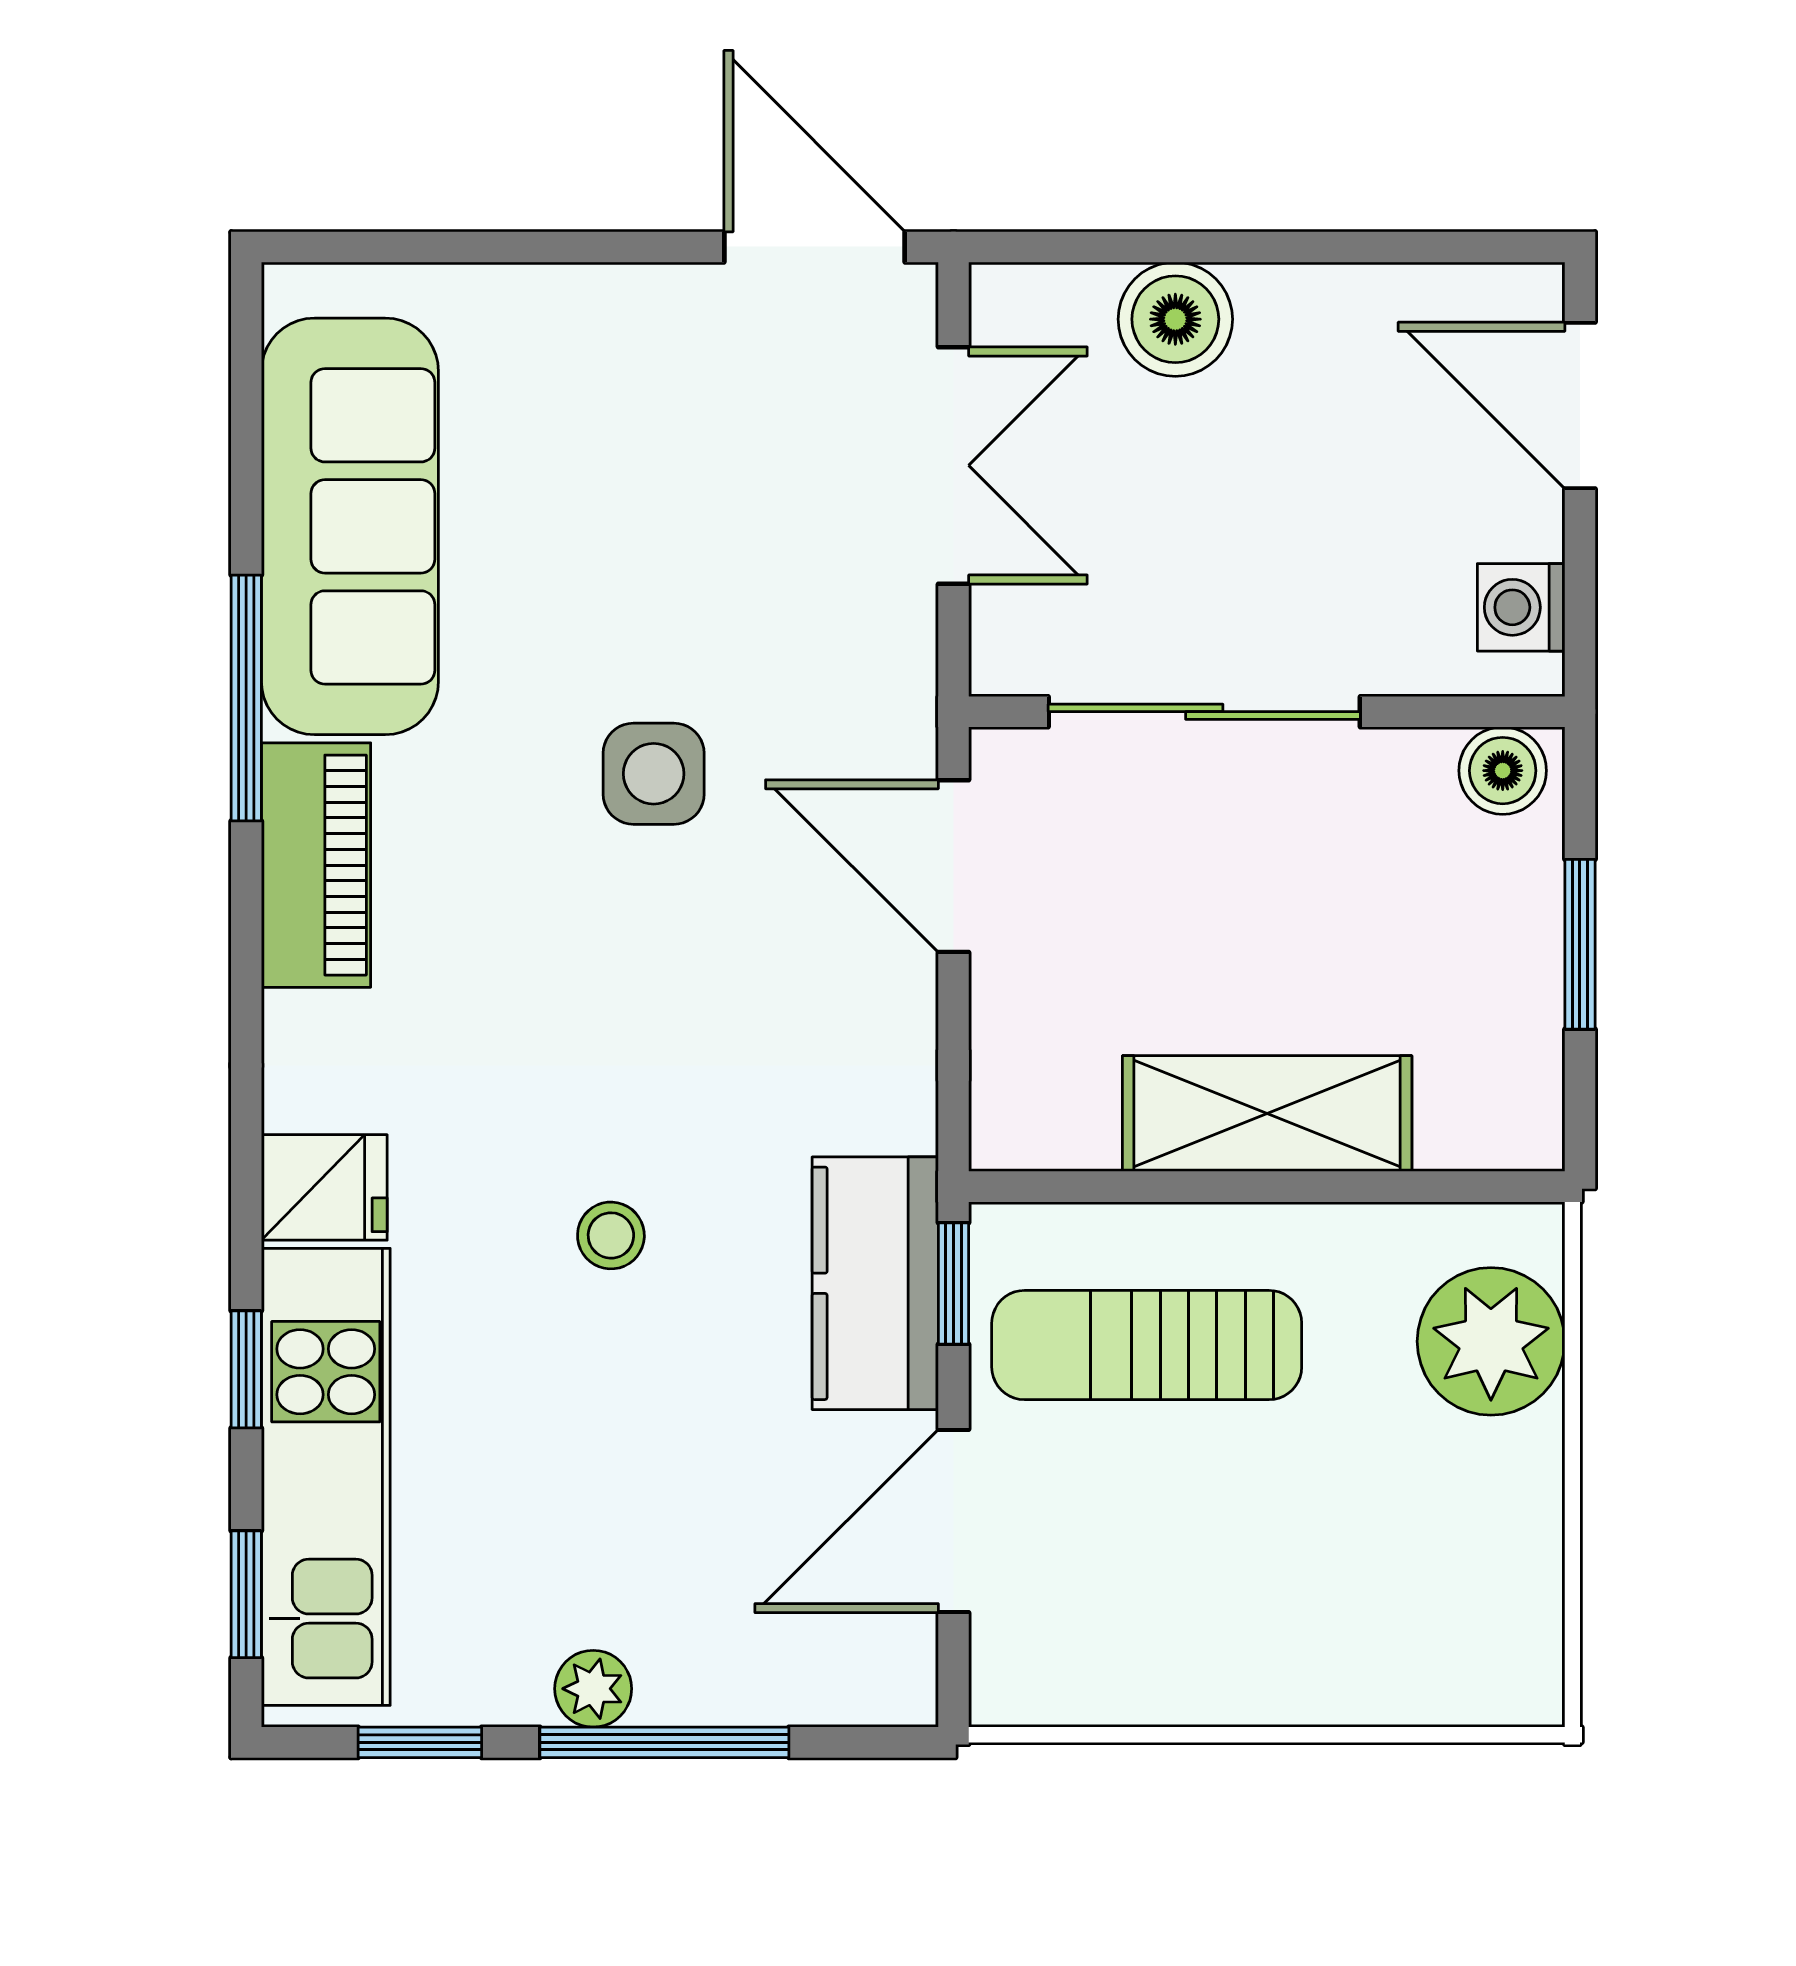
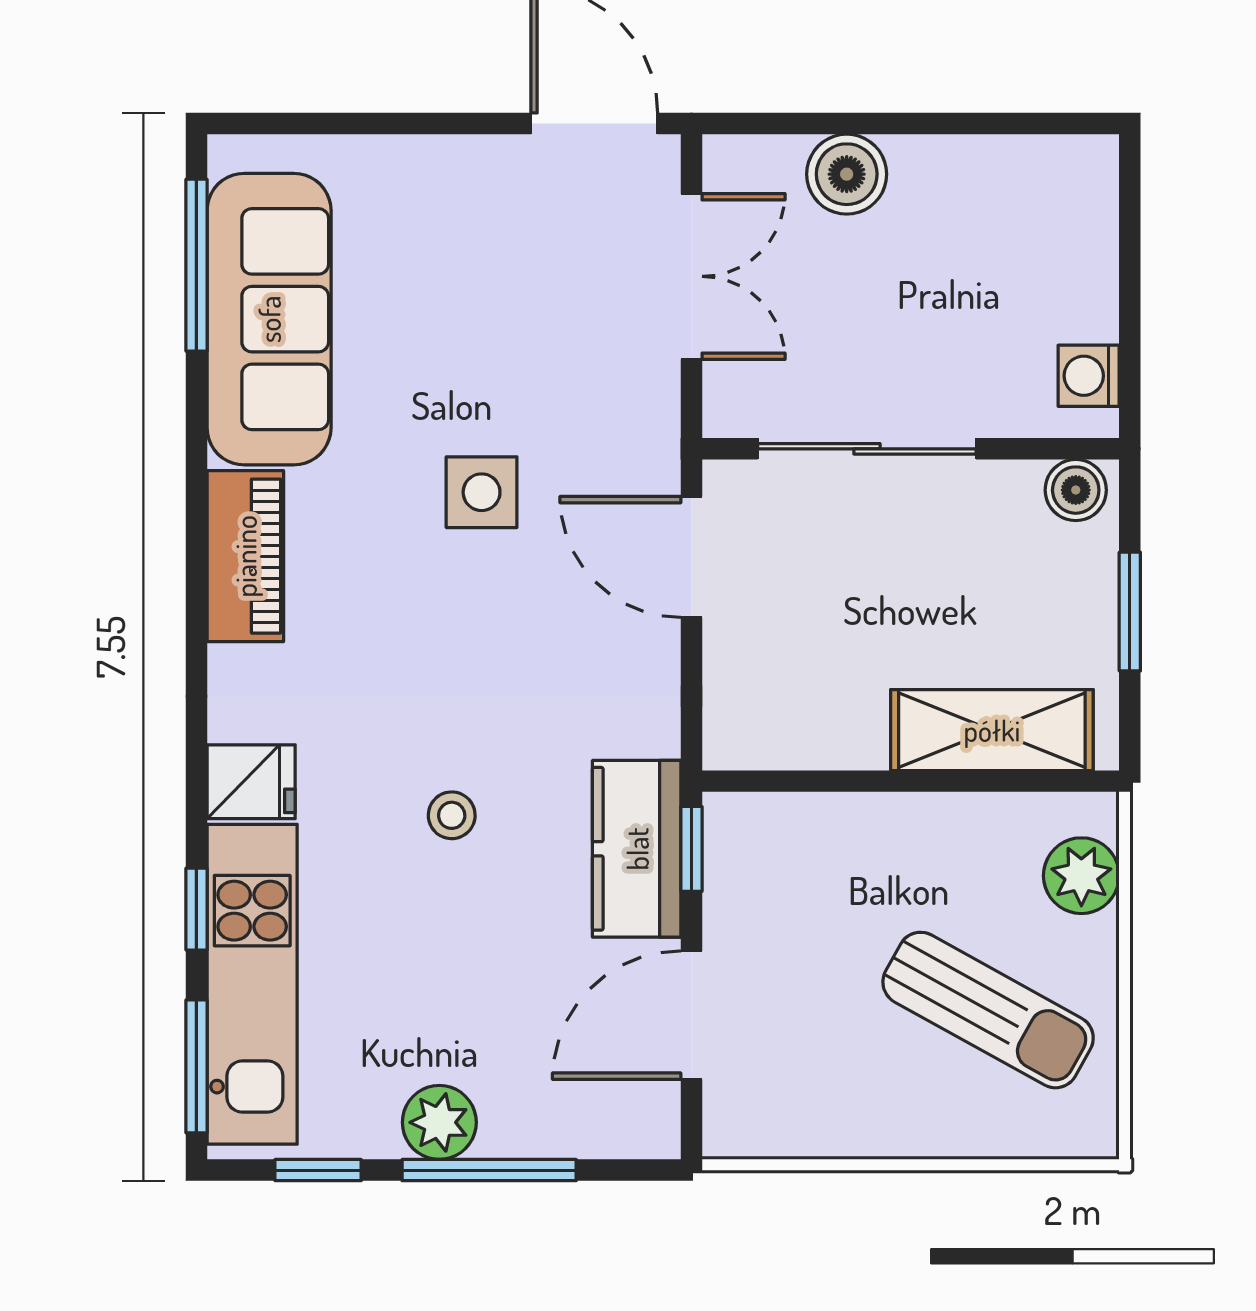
door: (1580, 405) -> (1130, 235), removed
window: (246, 698) -> (196, 265), moved
shelving: (1267, 1114) -> (992, 730), moved
plant: (1491, 1341) -> (1081, 876), width x0.73, depth x0.73
sun lounger: (1147, 1345) -> (988, 1010), moved, turned -151
window: (246, 1594) -> (196, 1066), width x1.50
plant: (593, 1689) -> (439, 1122), width x1.38, depth x1.38

